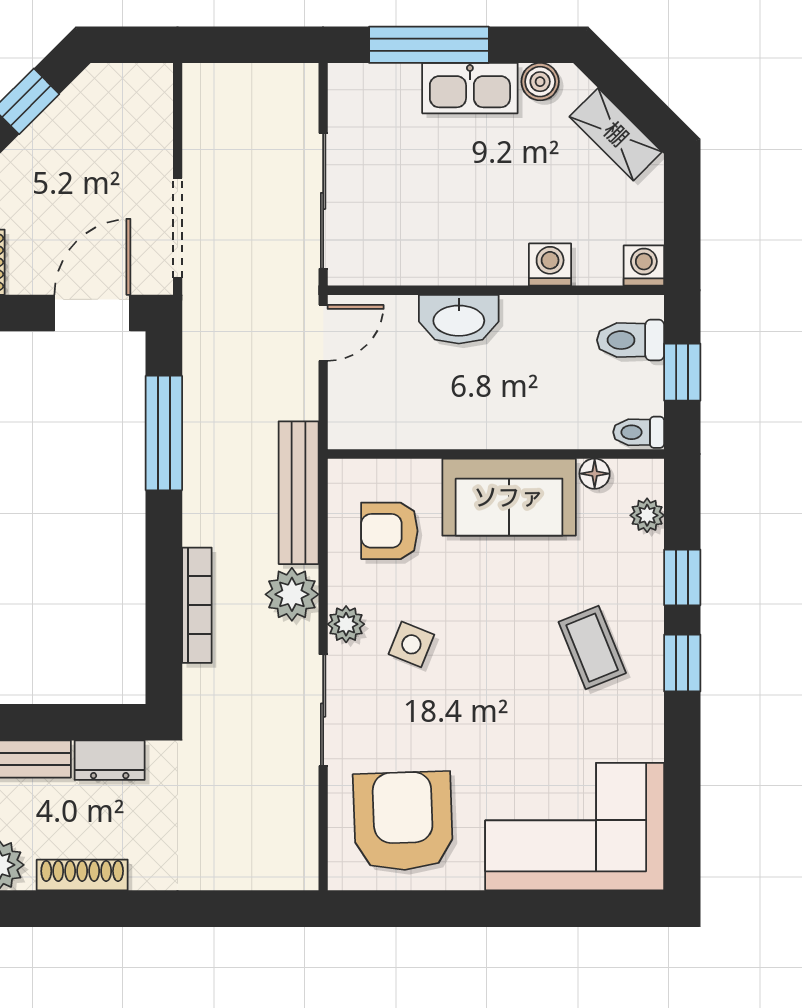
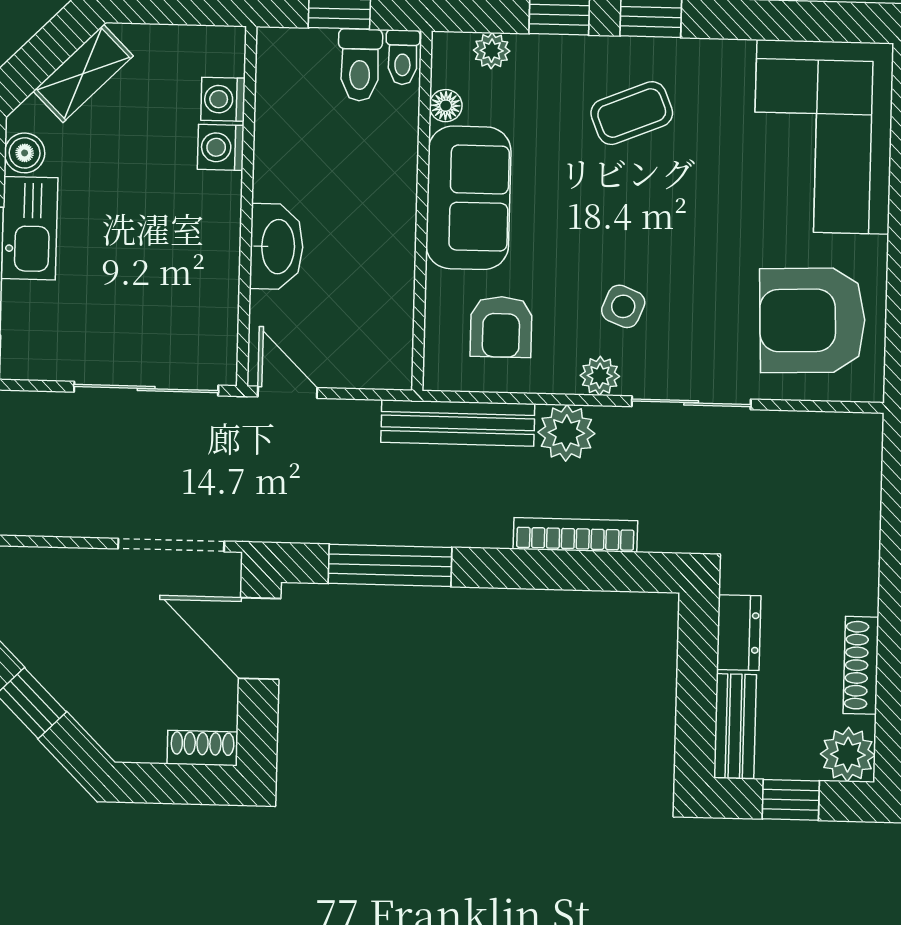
washing machine: (644, 266) -> (223, 99), moved
toilet: (630, 340) -> (360, 65), moved

